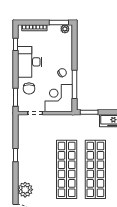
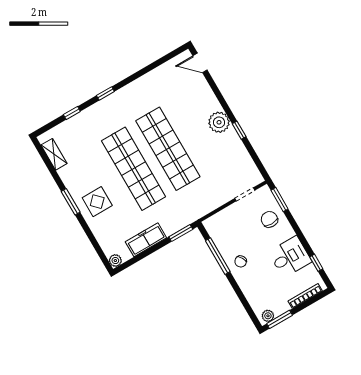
desk: (30, 62) -> (290, 257), width x0.73
corner desk: (59, 98) -> (227, 229), removed
plant: (25, 190) -> (219, 122), moved

